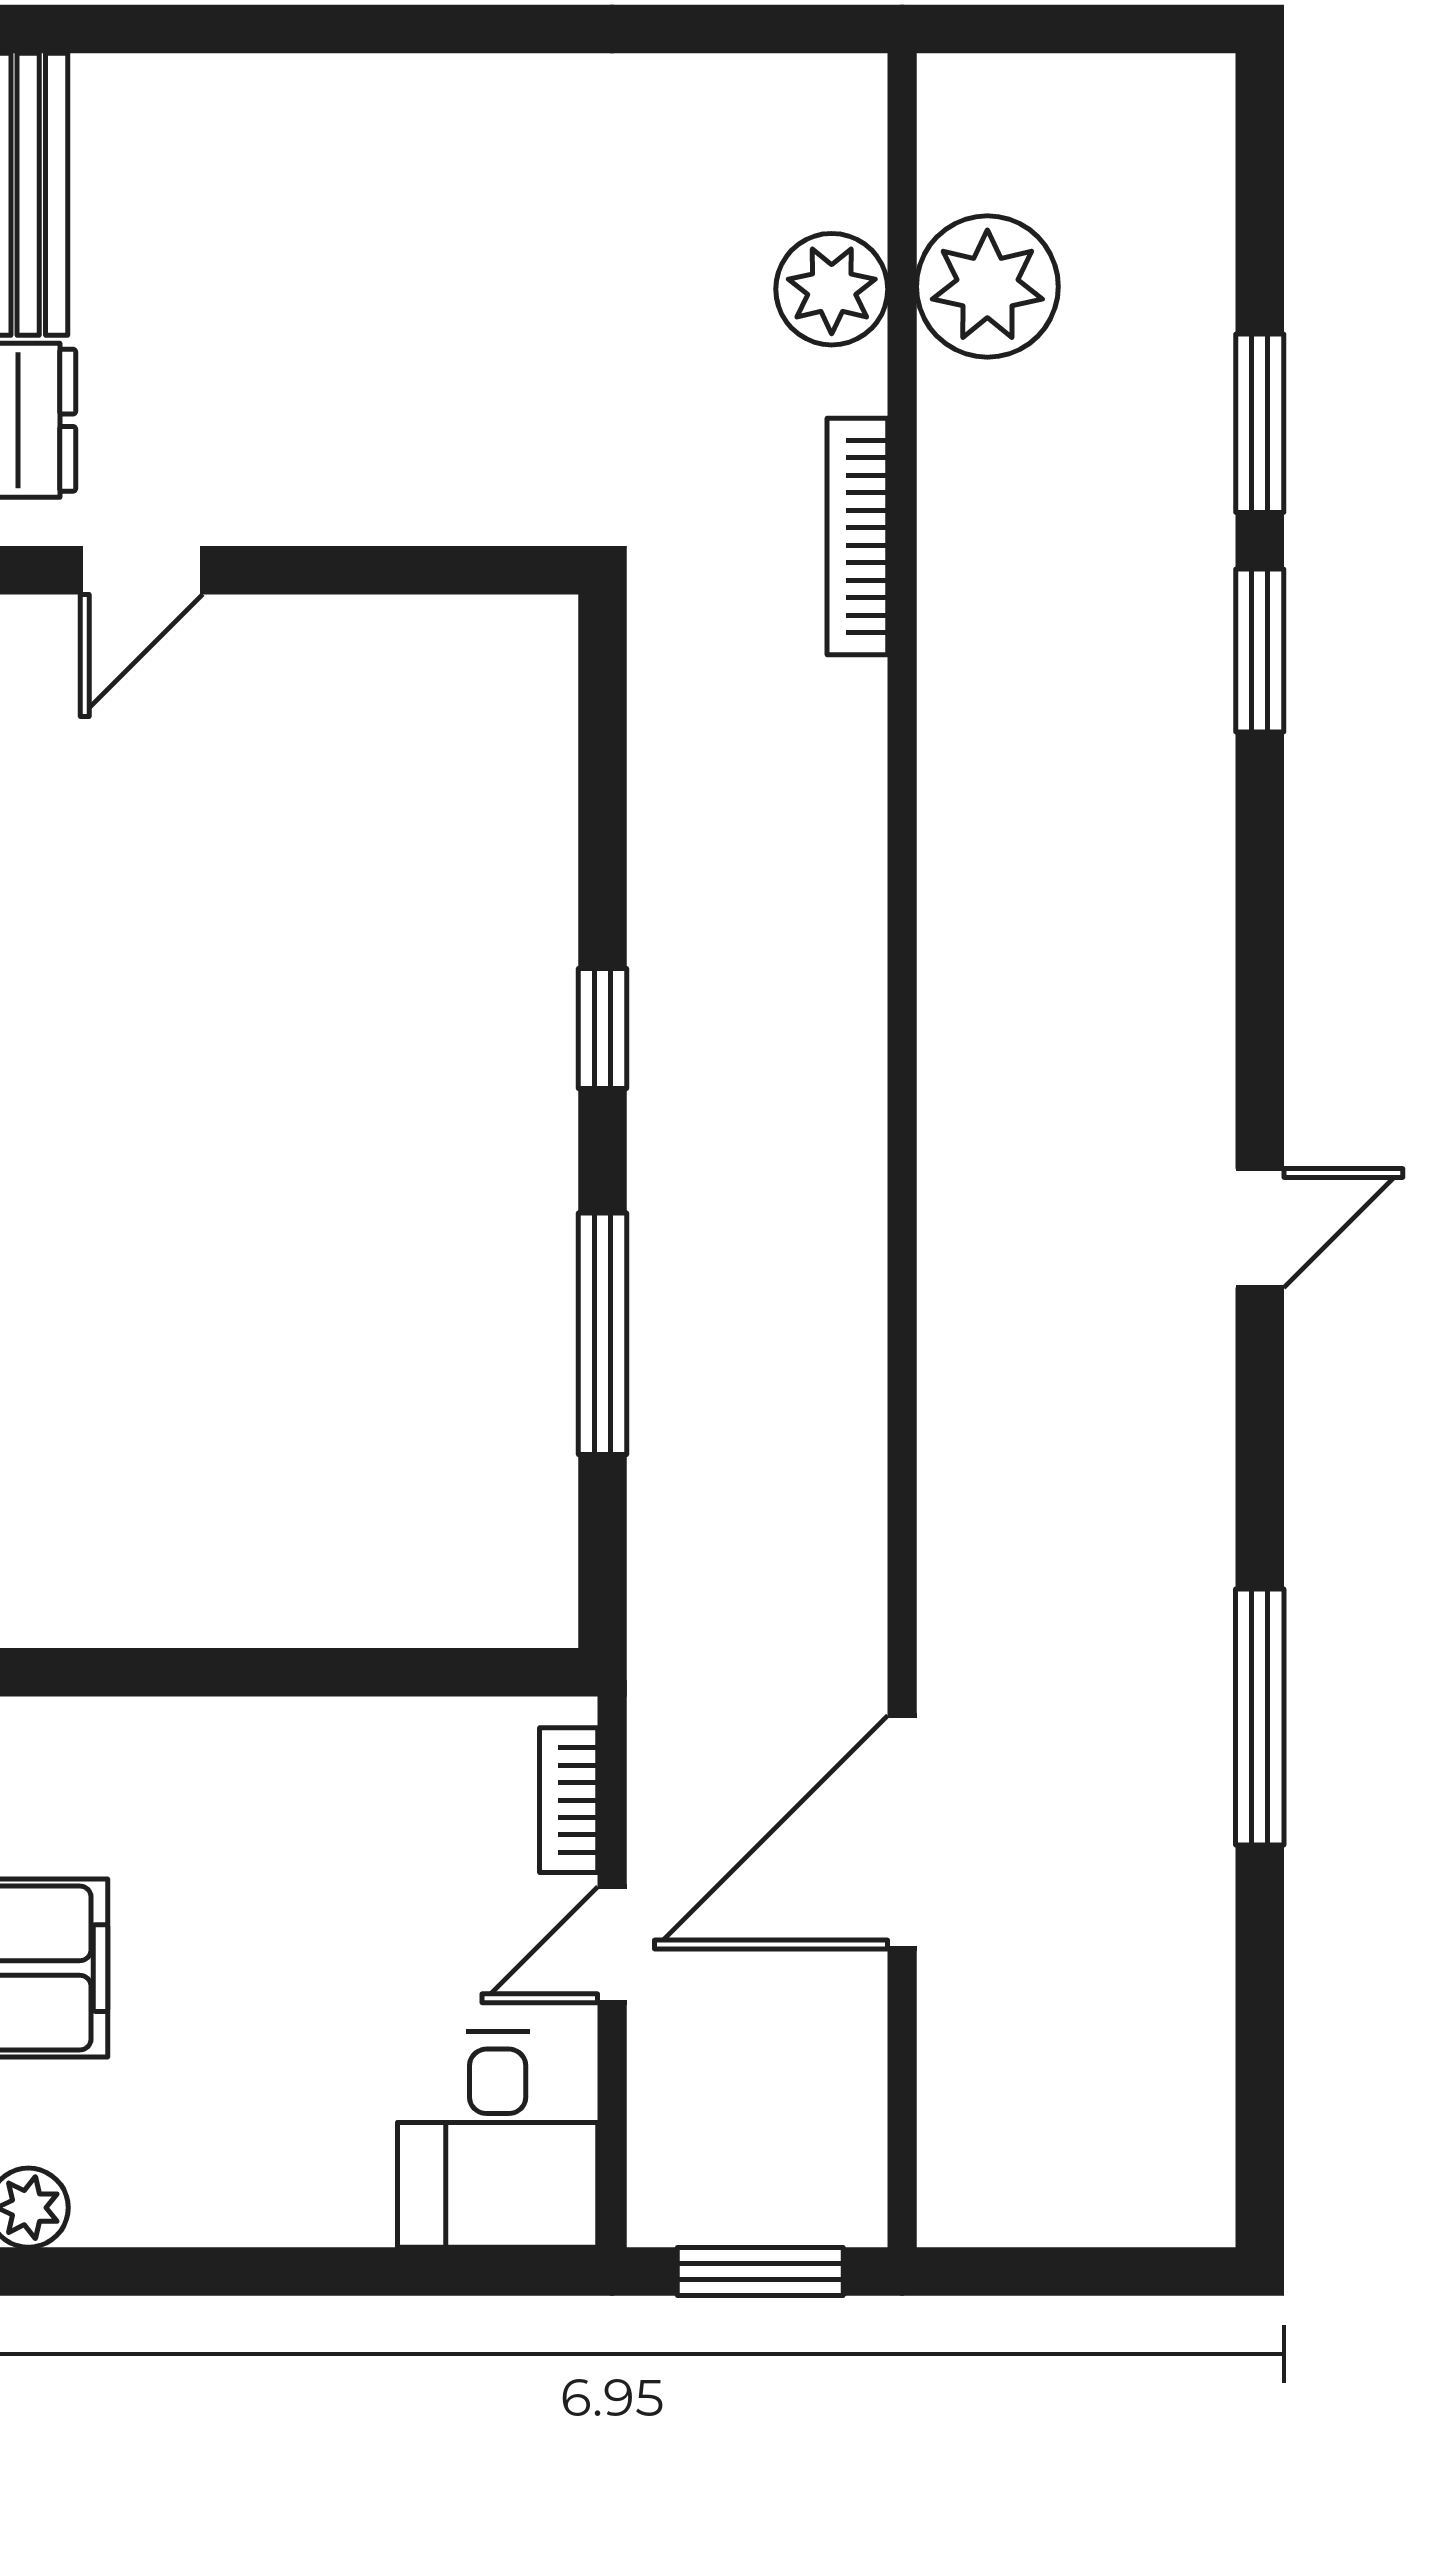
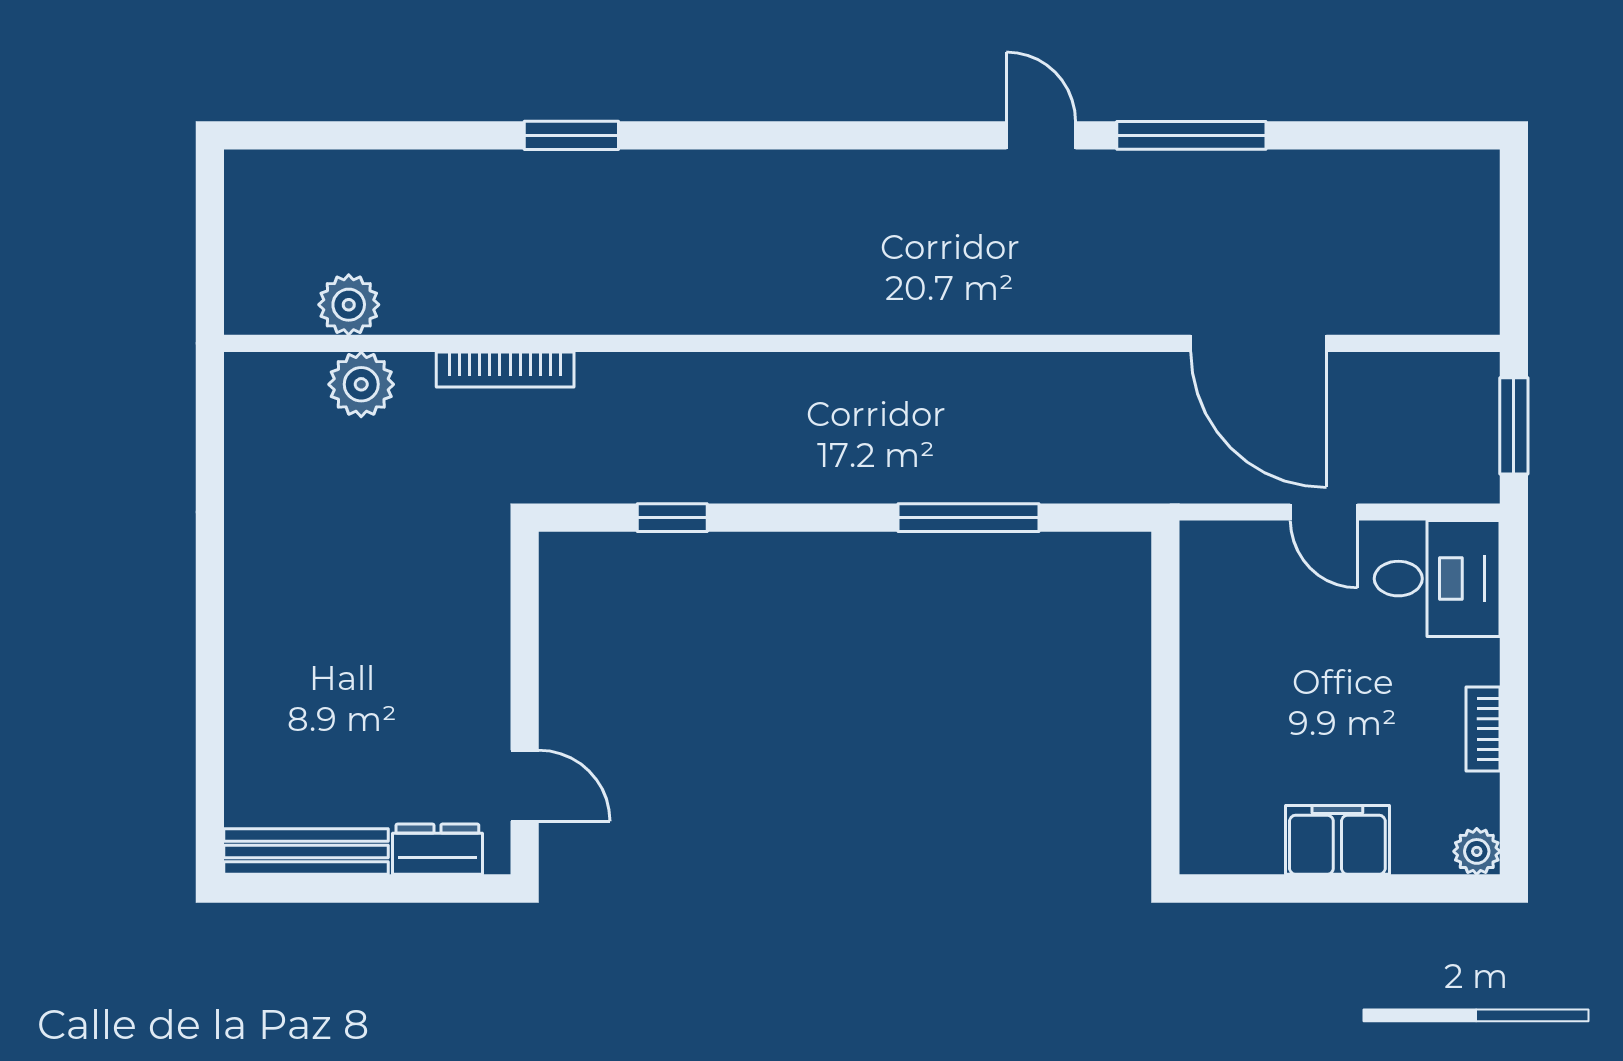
plant: (987, 287) -> (349, 305), width x0.73, depth x0.73
window: (1260, 423) -> (439, 135), removed
window: (602, 1029) -> (672, 518), moved
door: (1260, 1228) -> (1041, 135), moved
bookcase: (569, 1800) -> (1483, 729), moved, turned 90

